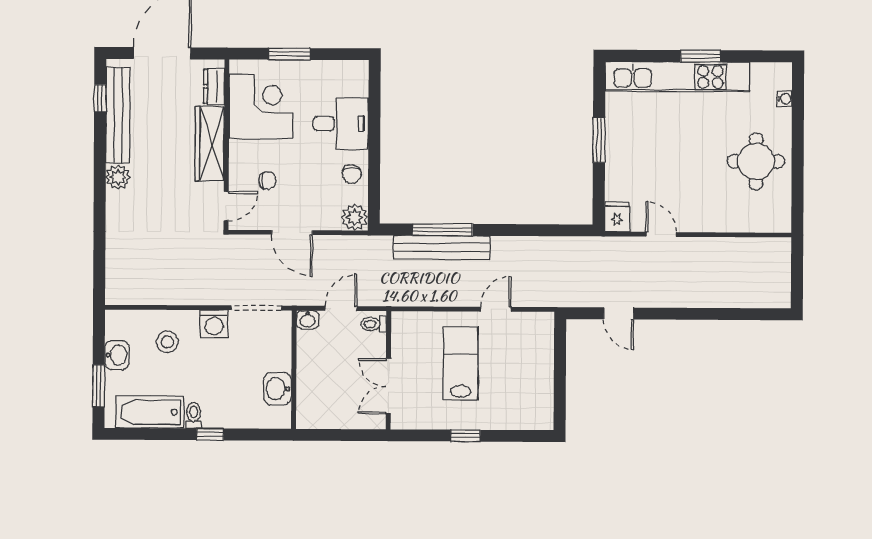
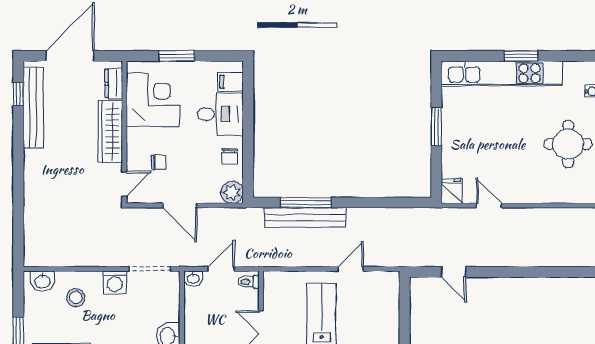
filing cabinet: (354, 85) -> (231, 82), added
plant: (118, 177) -> (34, 160), removed
washbasin: (117, 355) -> (42, 281), moved, turned 90

